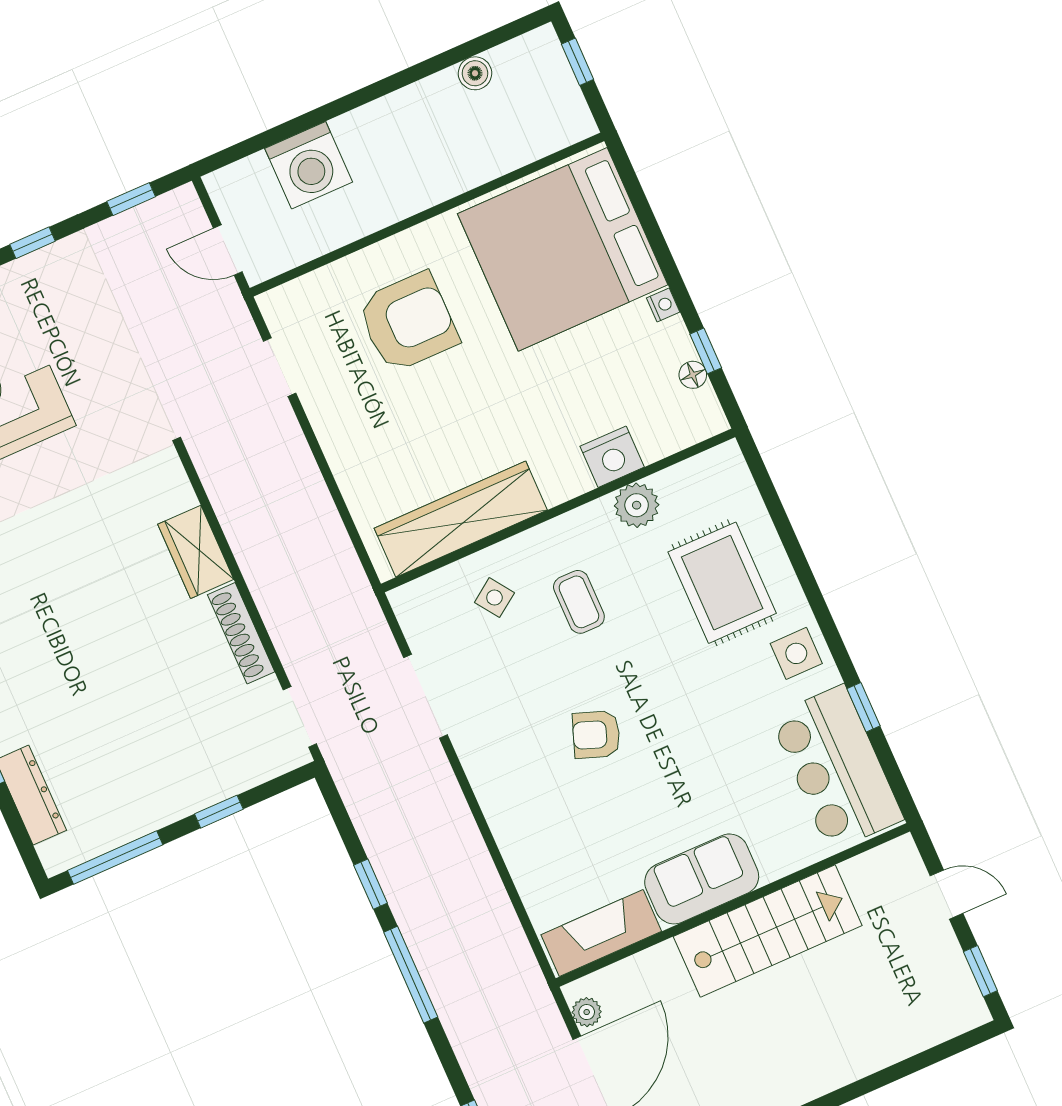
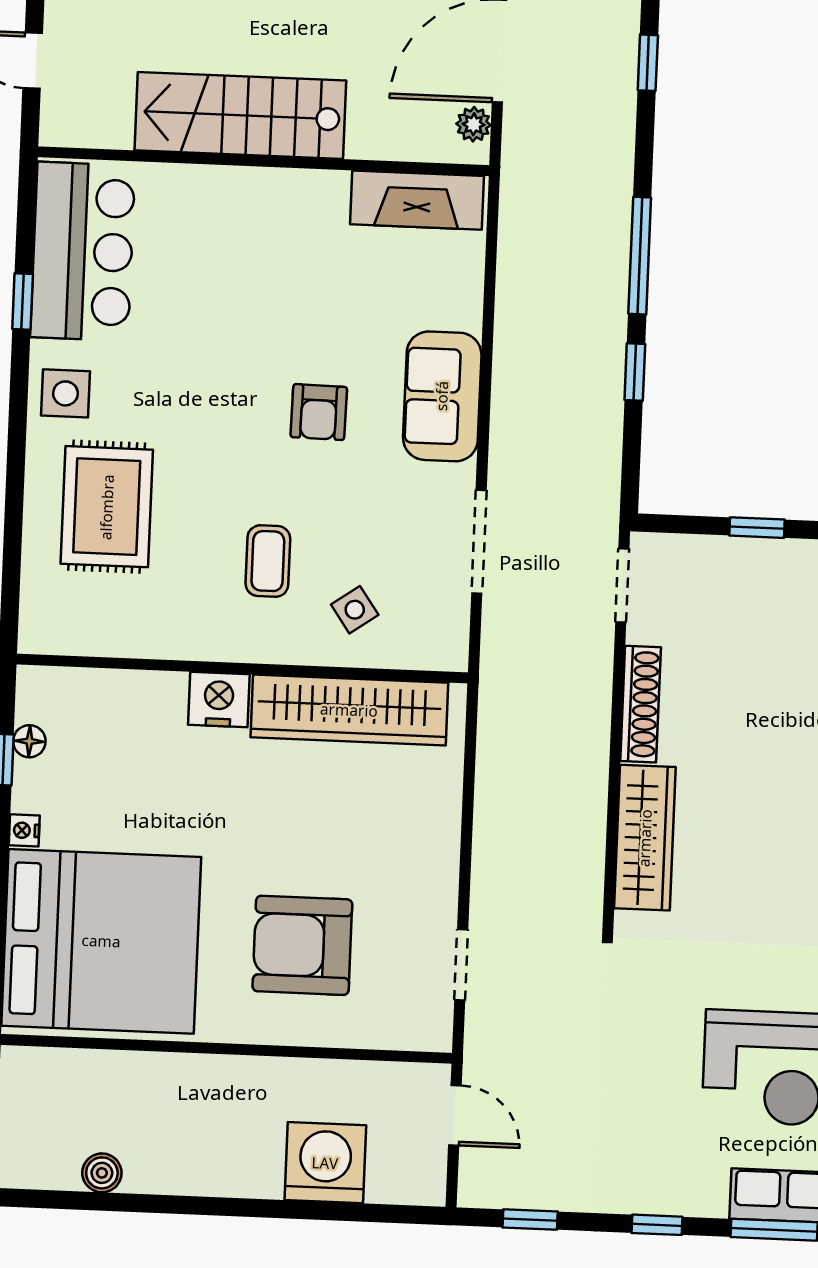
nightstand: (612, 457) -> (219, 700), moved
plant: (637, 505) -> (157, 633), removed
wardrobe: (196, 552) -> (645, 838), width x1.50
armchair: (596, 735) -> (319, 412), turned 71
sofa: (702, 879) -> (442, 396), moved, turned 90

